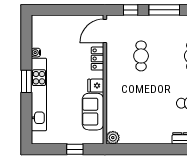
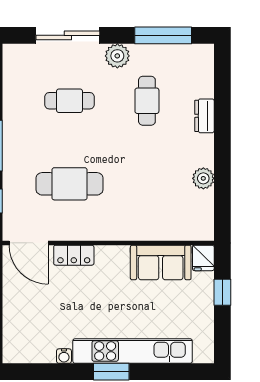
cafe table: (141, 56) -> (70, 184), width x1.37, depth x1.35
fridge: (96, 86) -> (203, 258), moved
plant: (113, 138) -> (203, 178), moved

